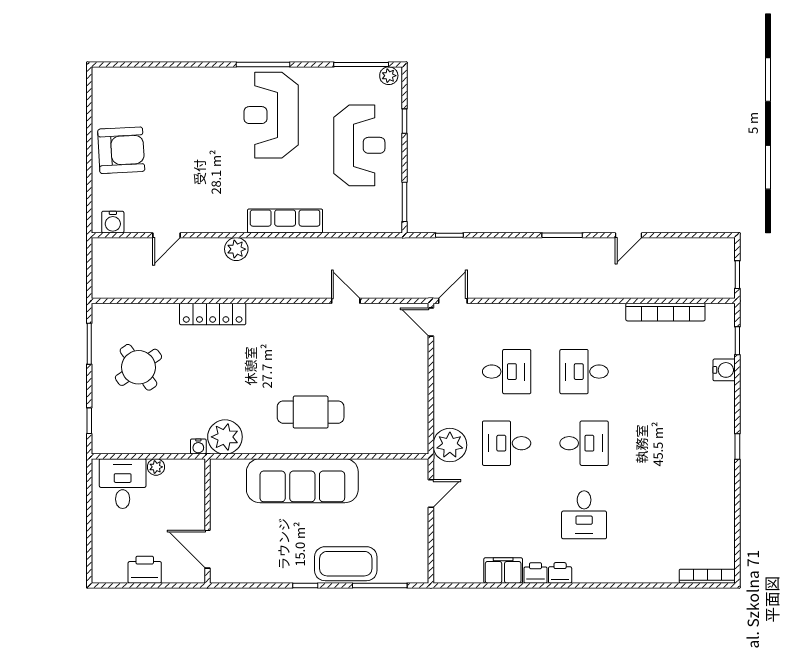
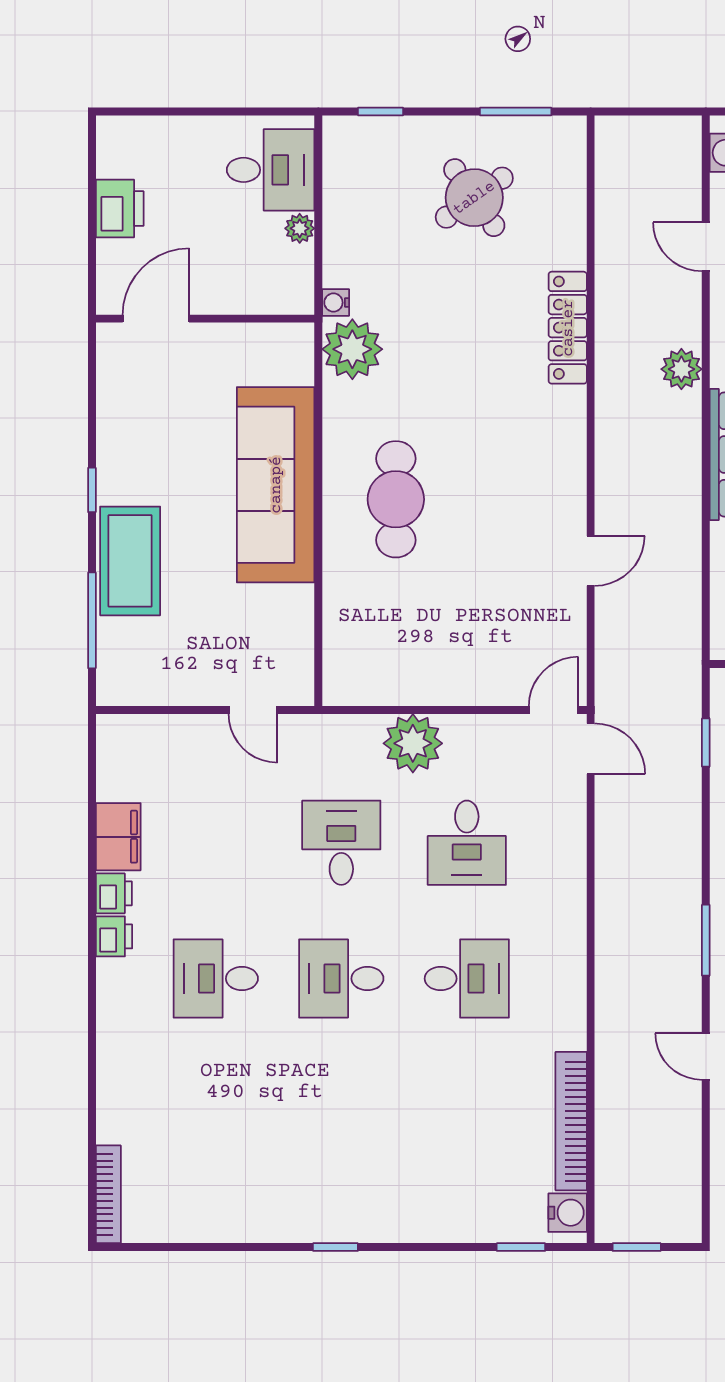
water cooler: (724, 370) -> (568, 1213), moved, turned -90
desk: (584, 372) -> (467, 979), turned 90
desk: (584, 443) -> (341, 979), turned 90
plant: (450, 445) -> (413, 743), moved

